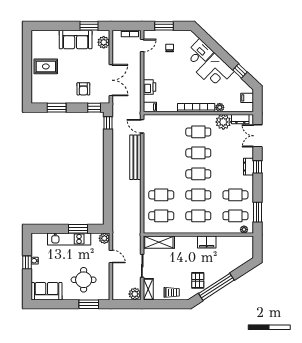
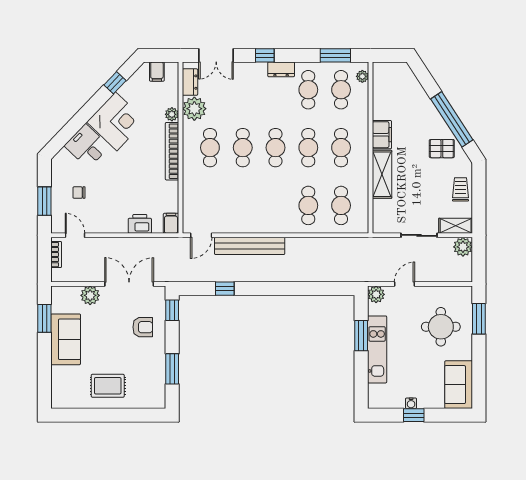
plant: (104, 42) -> (90, 295), moved
rug: (46, 66) -> (108, 386), turned 90
window: (108, 123) -> (225, 289), moved
dresser: (248, 167) -> (281, 69), moved
shelving: (159, 242) -> (382, 174), moved

